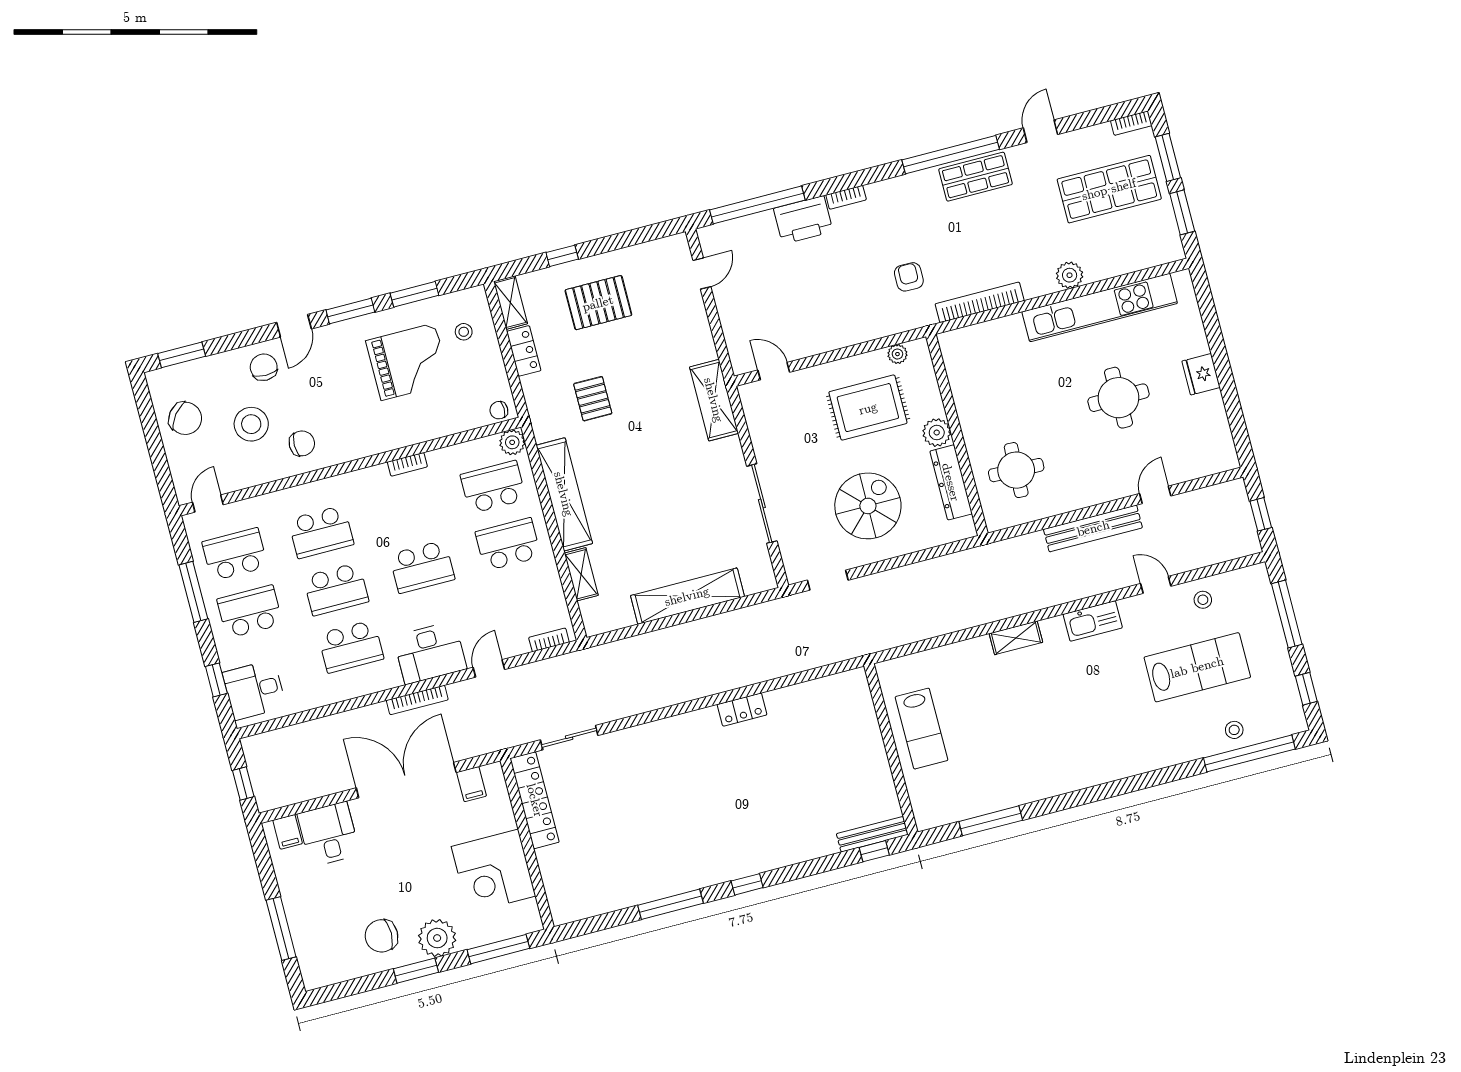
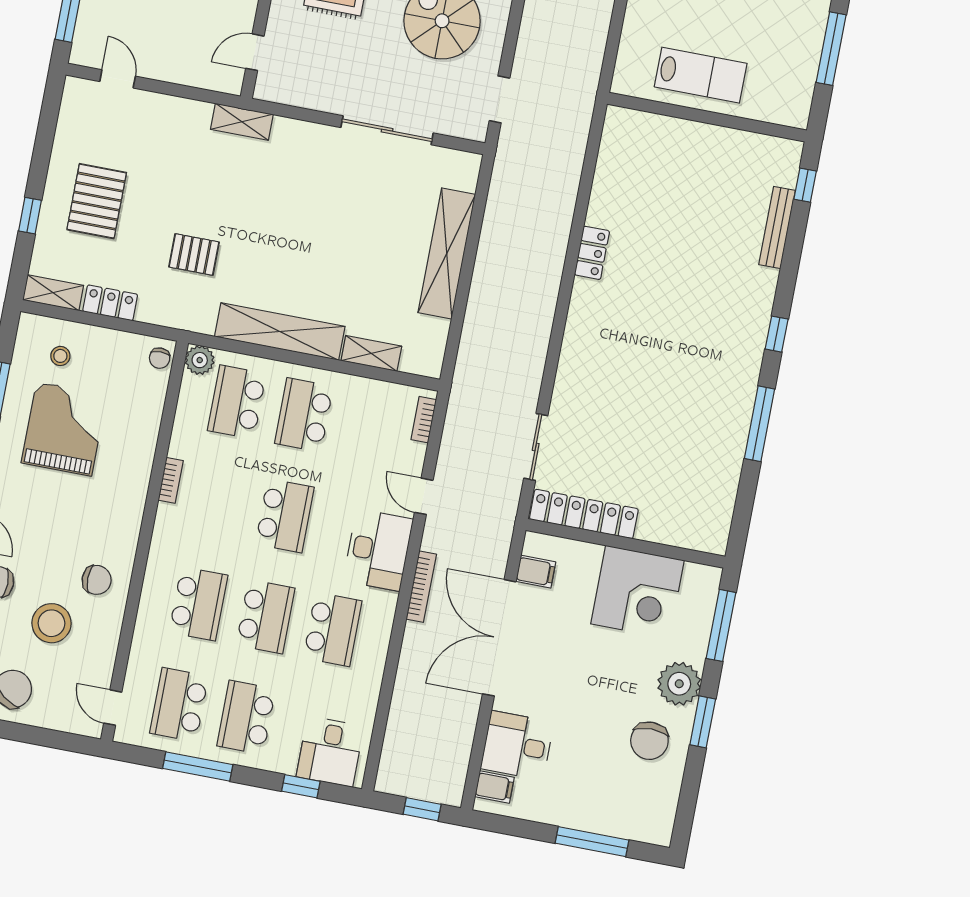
shelving: (714, 400) -> (242, 122), width x0.67, depth x0.75
chair: (302, 443) -> (97, 580), turned 90
bench: (872, 834) -> (777, 228), moved

